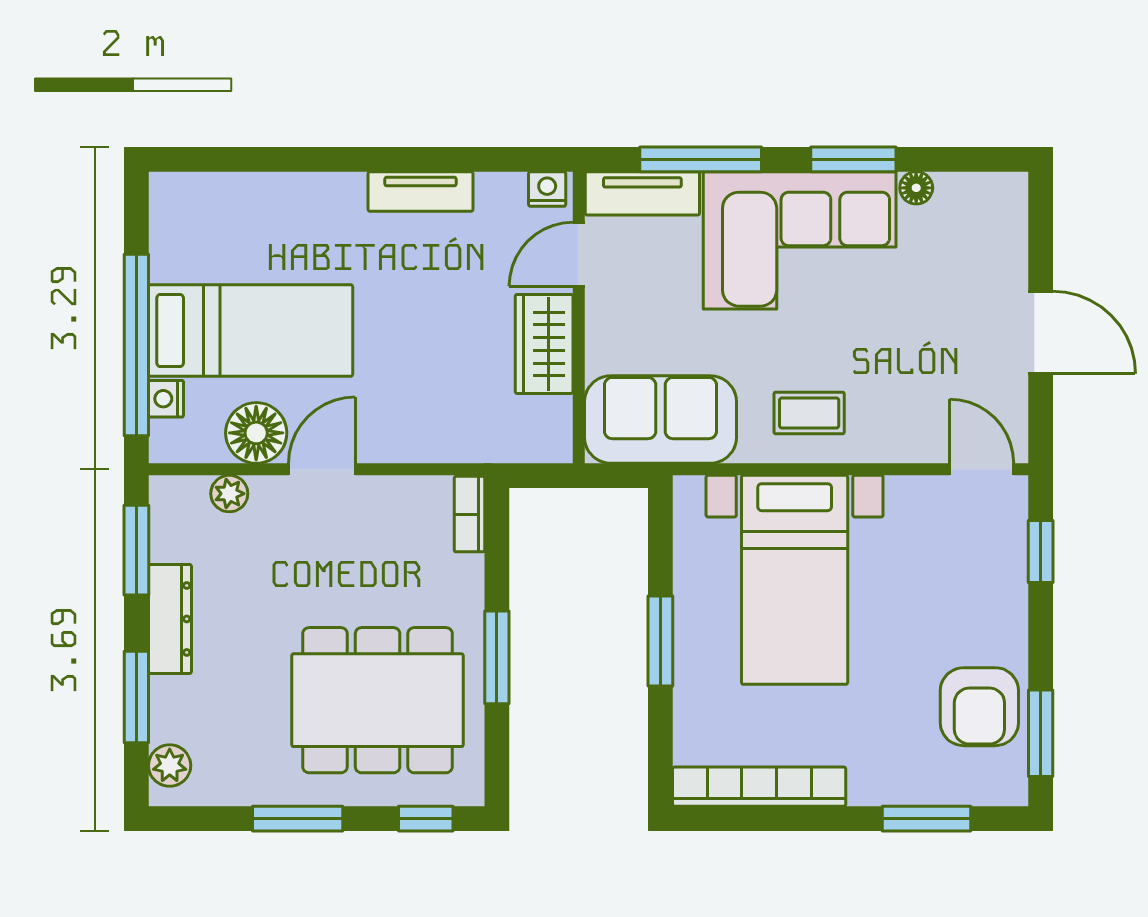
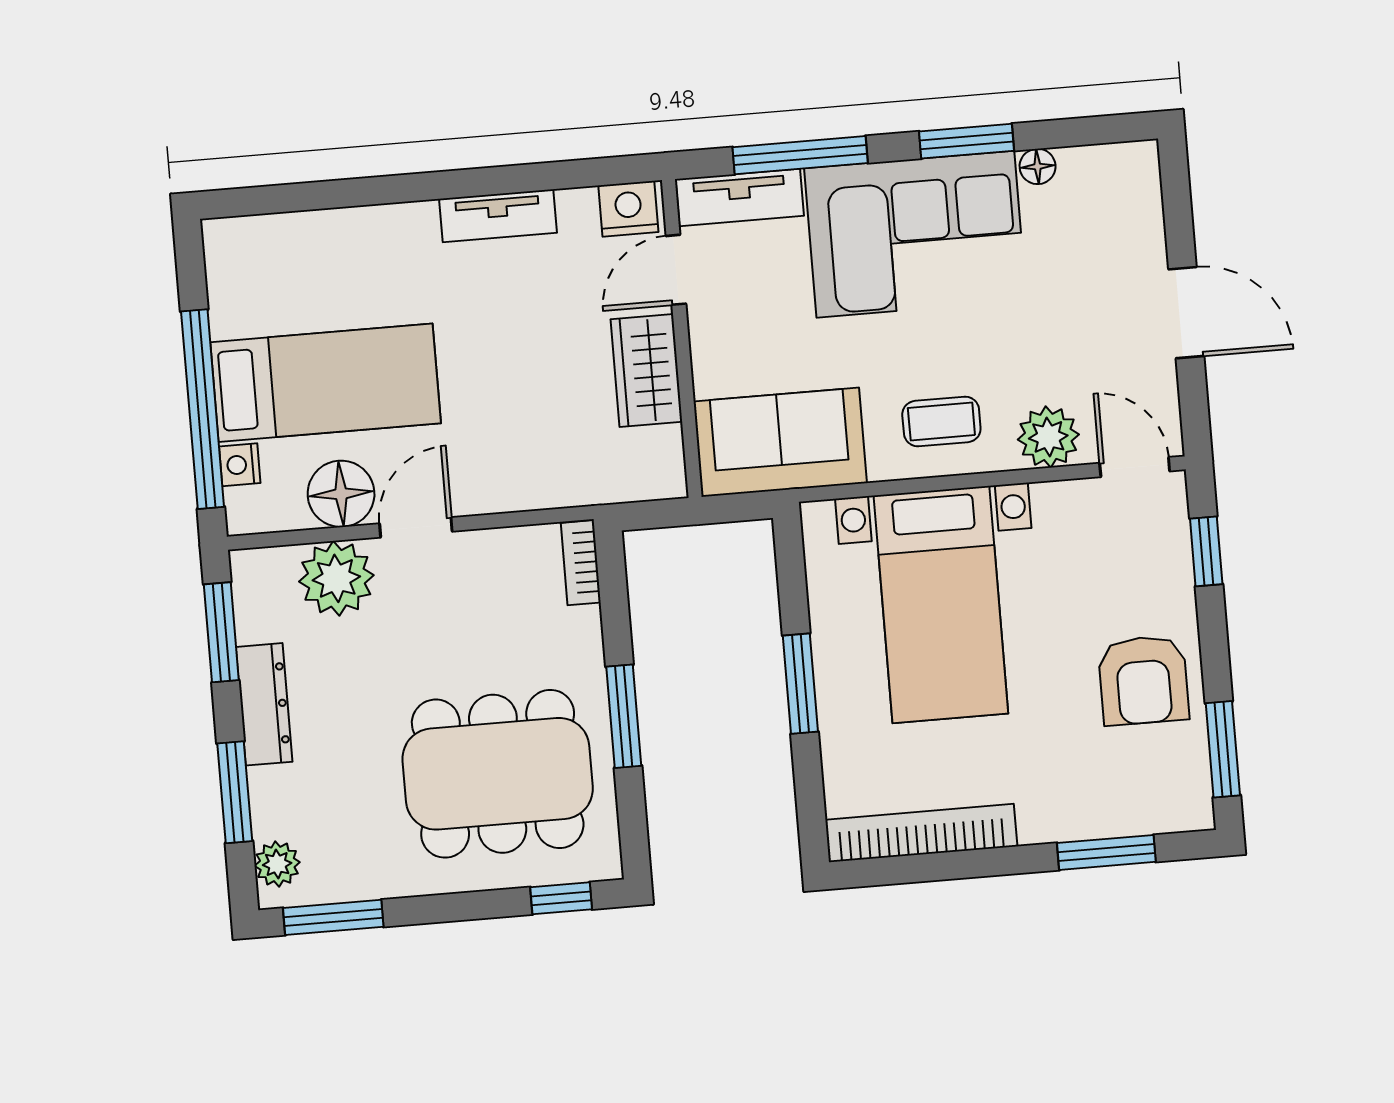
nightstand: (547, 189) -> (628, 209), width x1.39, depth x1.35
plant: (905, 435) -> (1048, 437), added
plant: (229, 494) -> (336, 578), width x1.88, depth x1.88
armchair: (979, 707) -> (1143, 680), moved
window: (298, 819) -> (333, 917), moved

